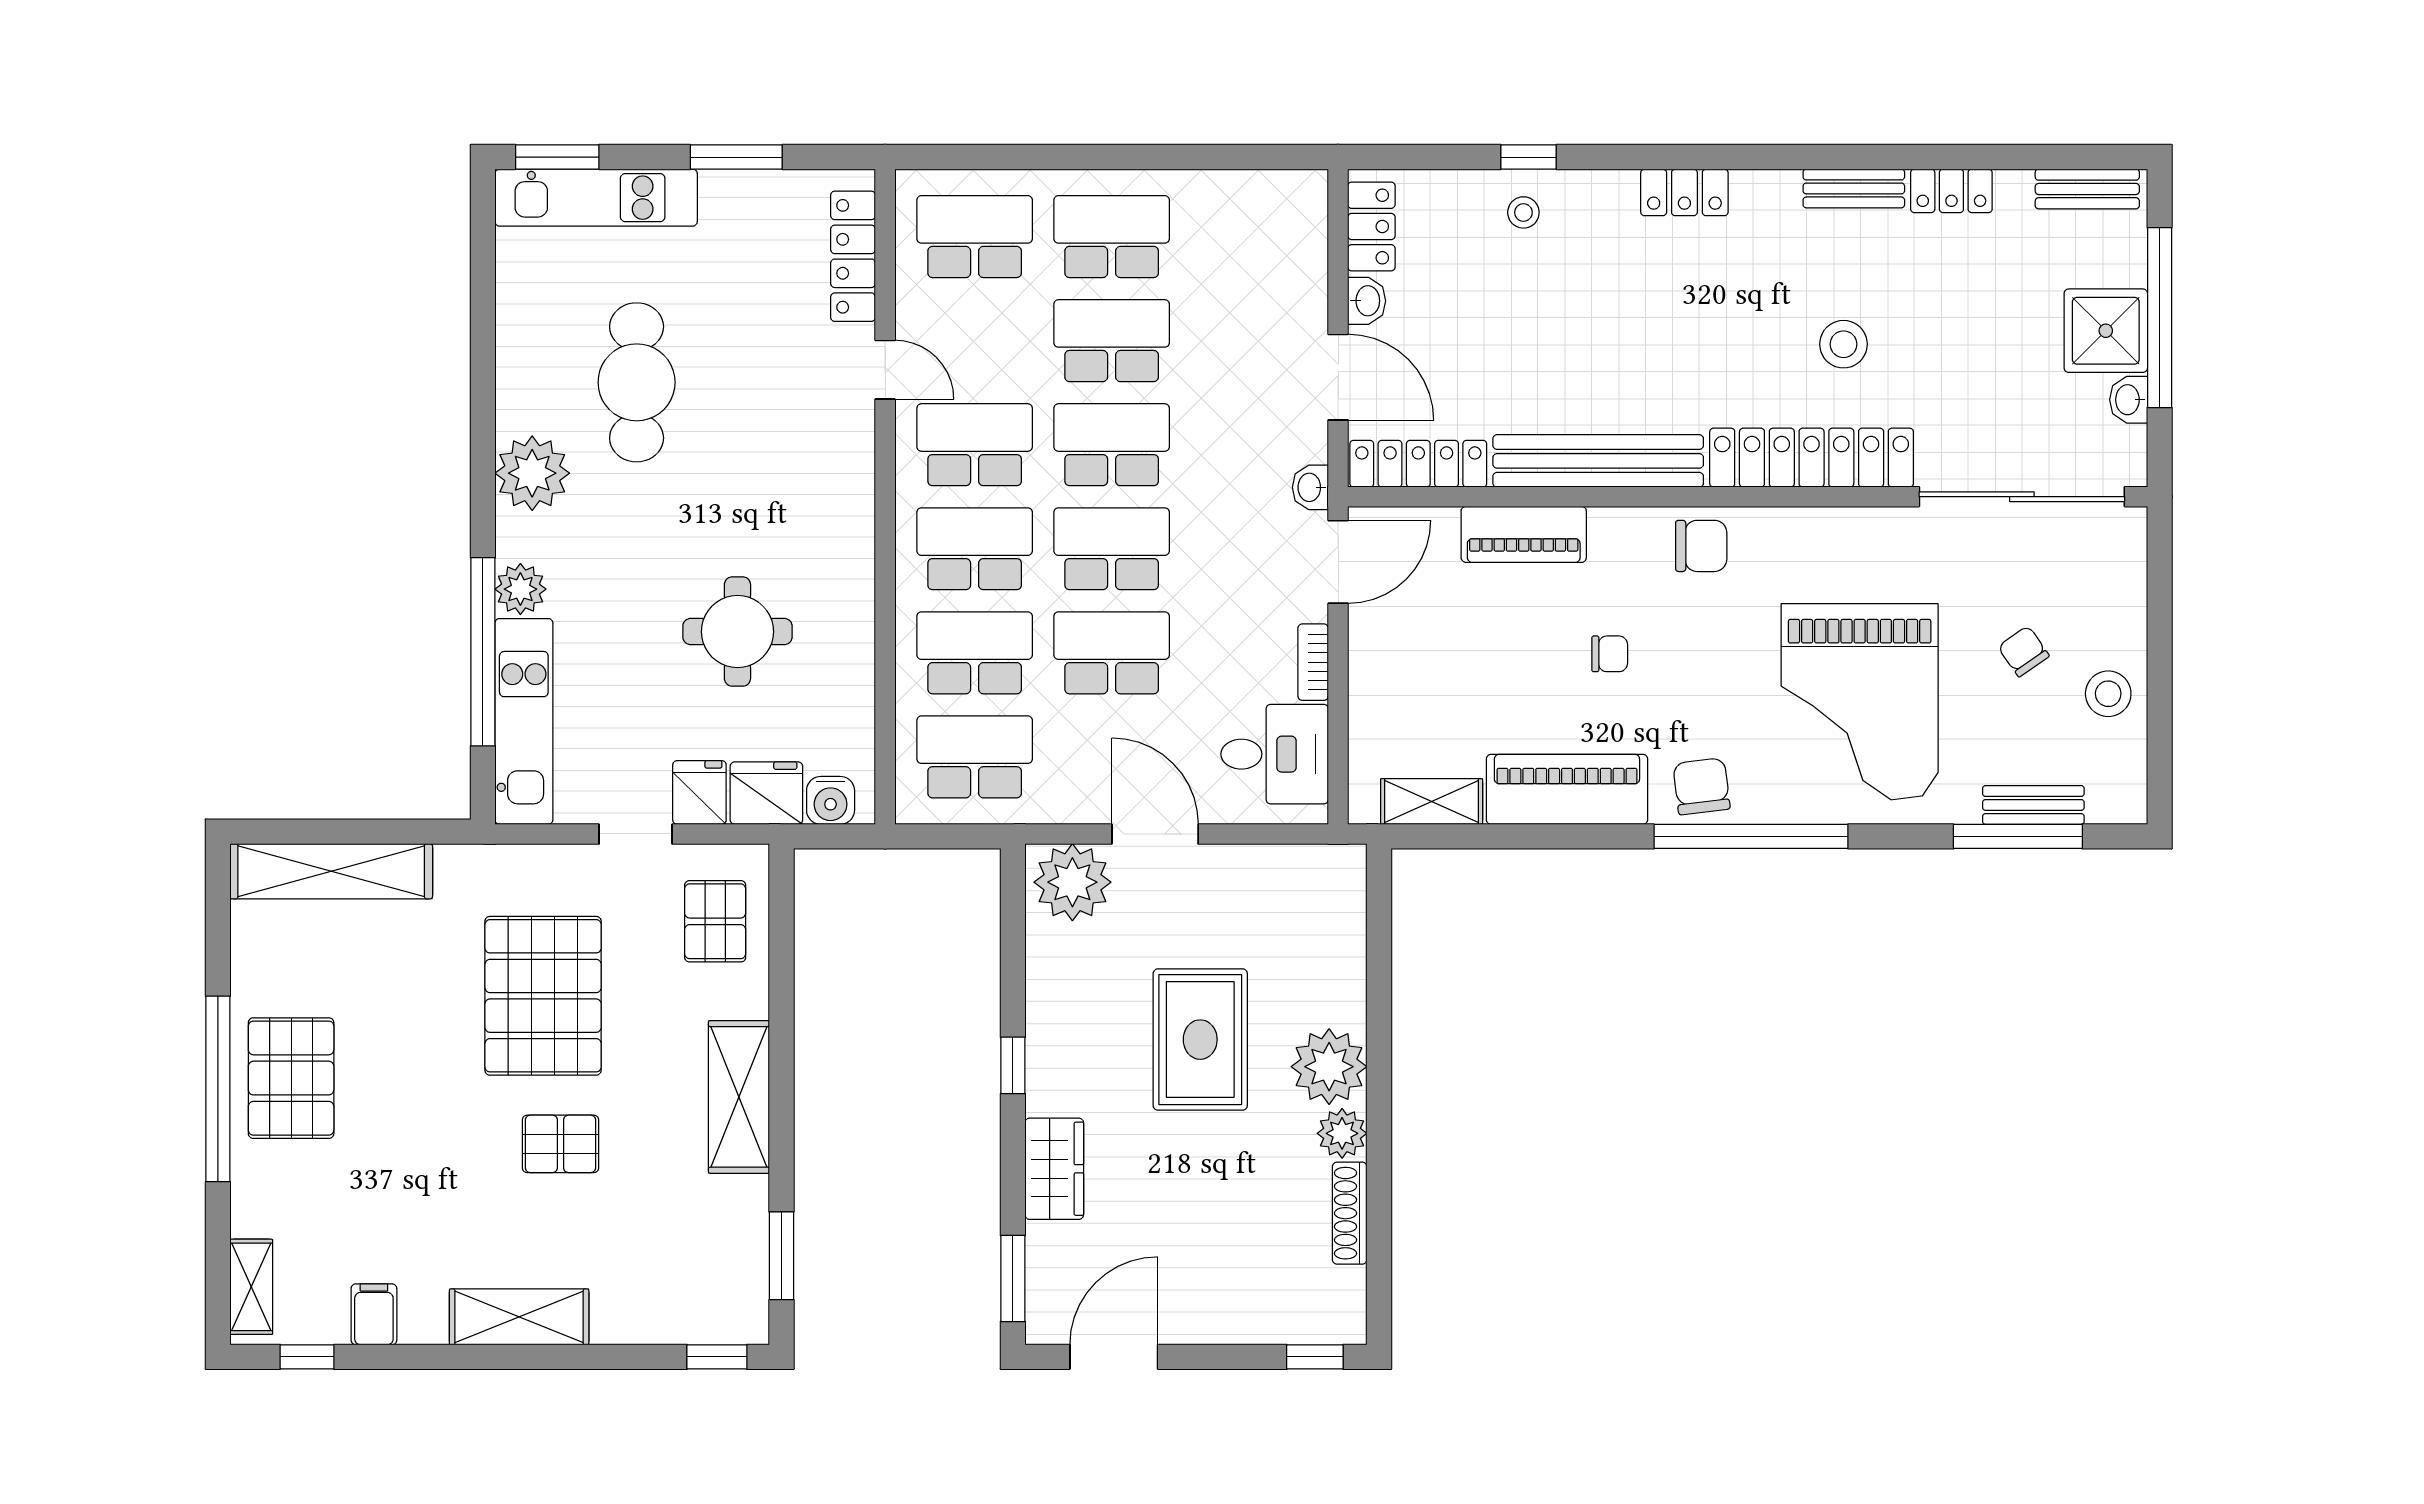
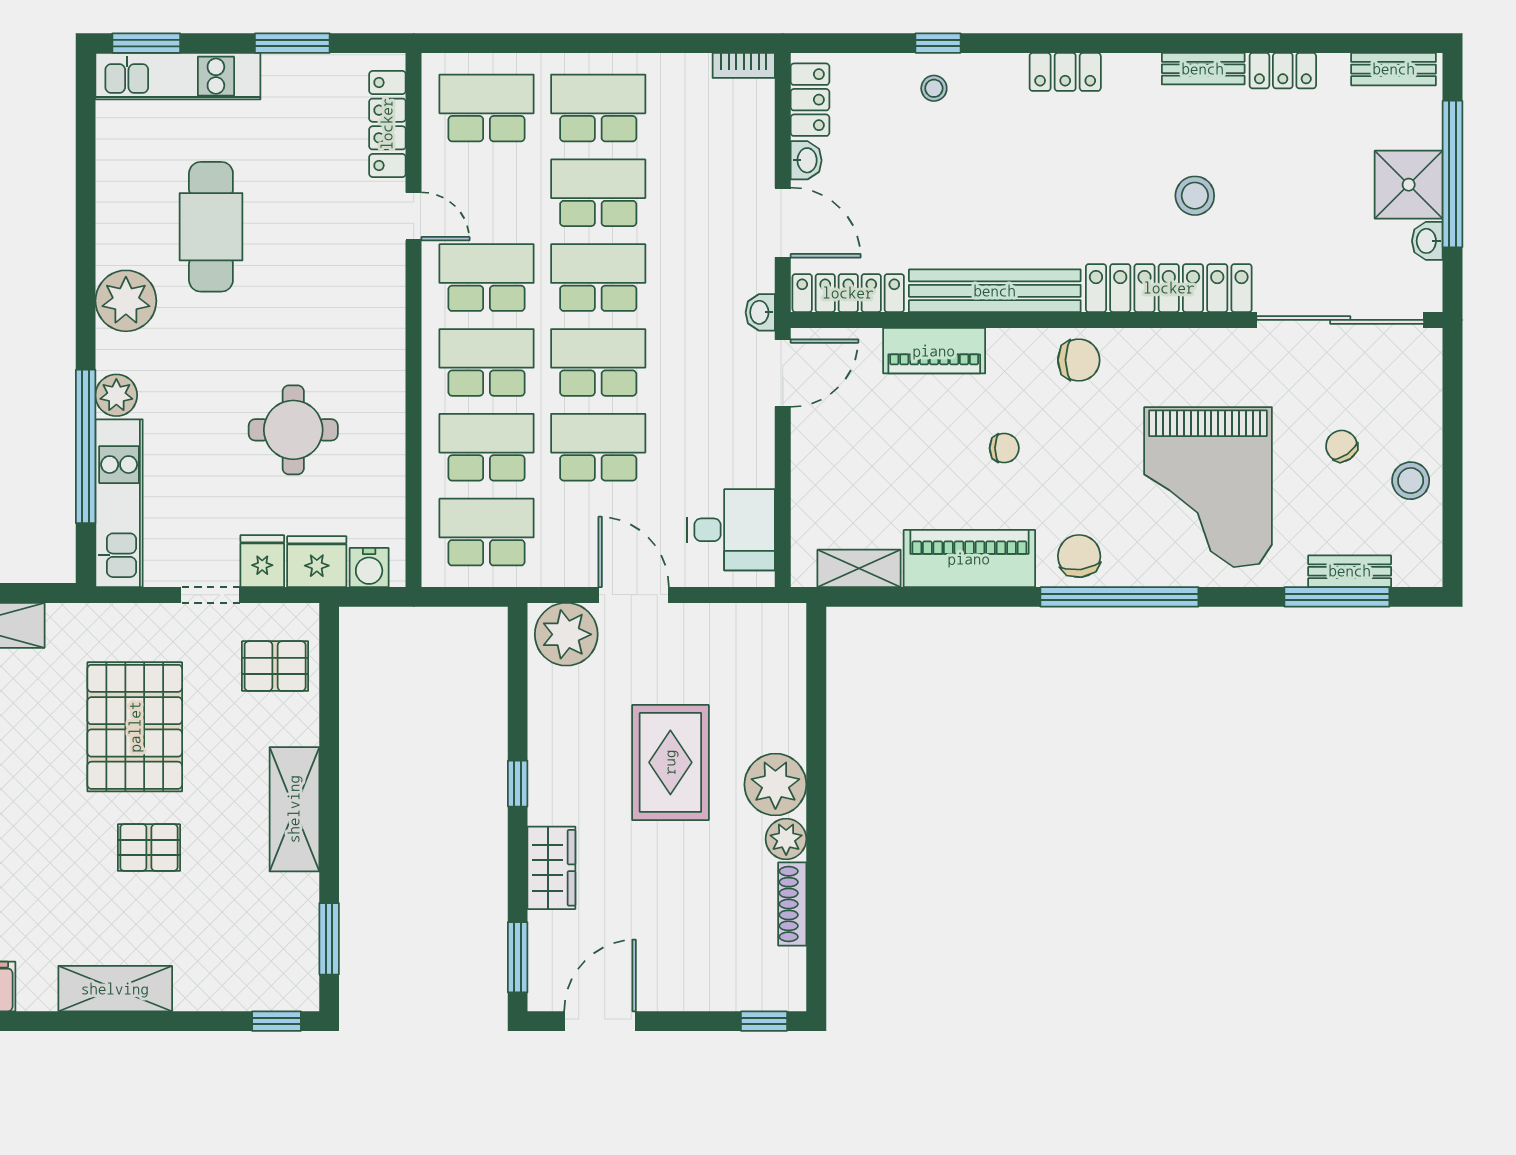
bookcase: (1313, 662) -> (744, 65), moved, turned -90
pallet: (715, 921) -> (275, 666), turned 90

